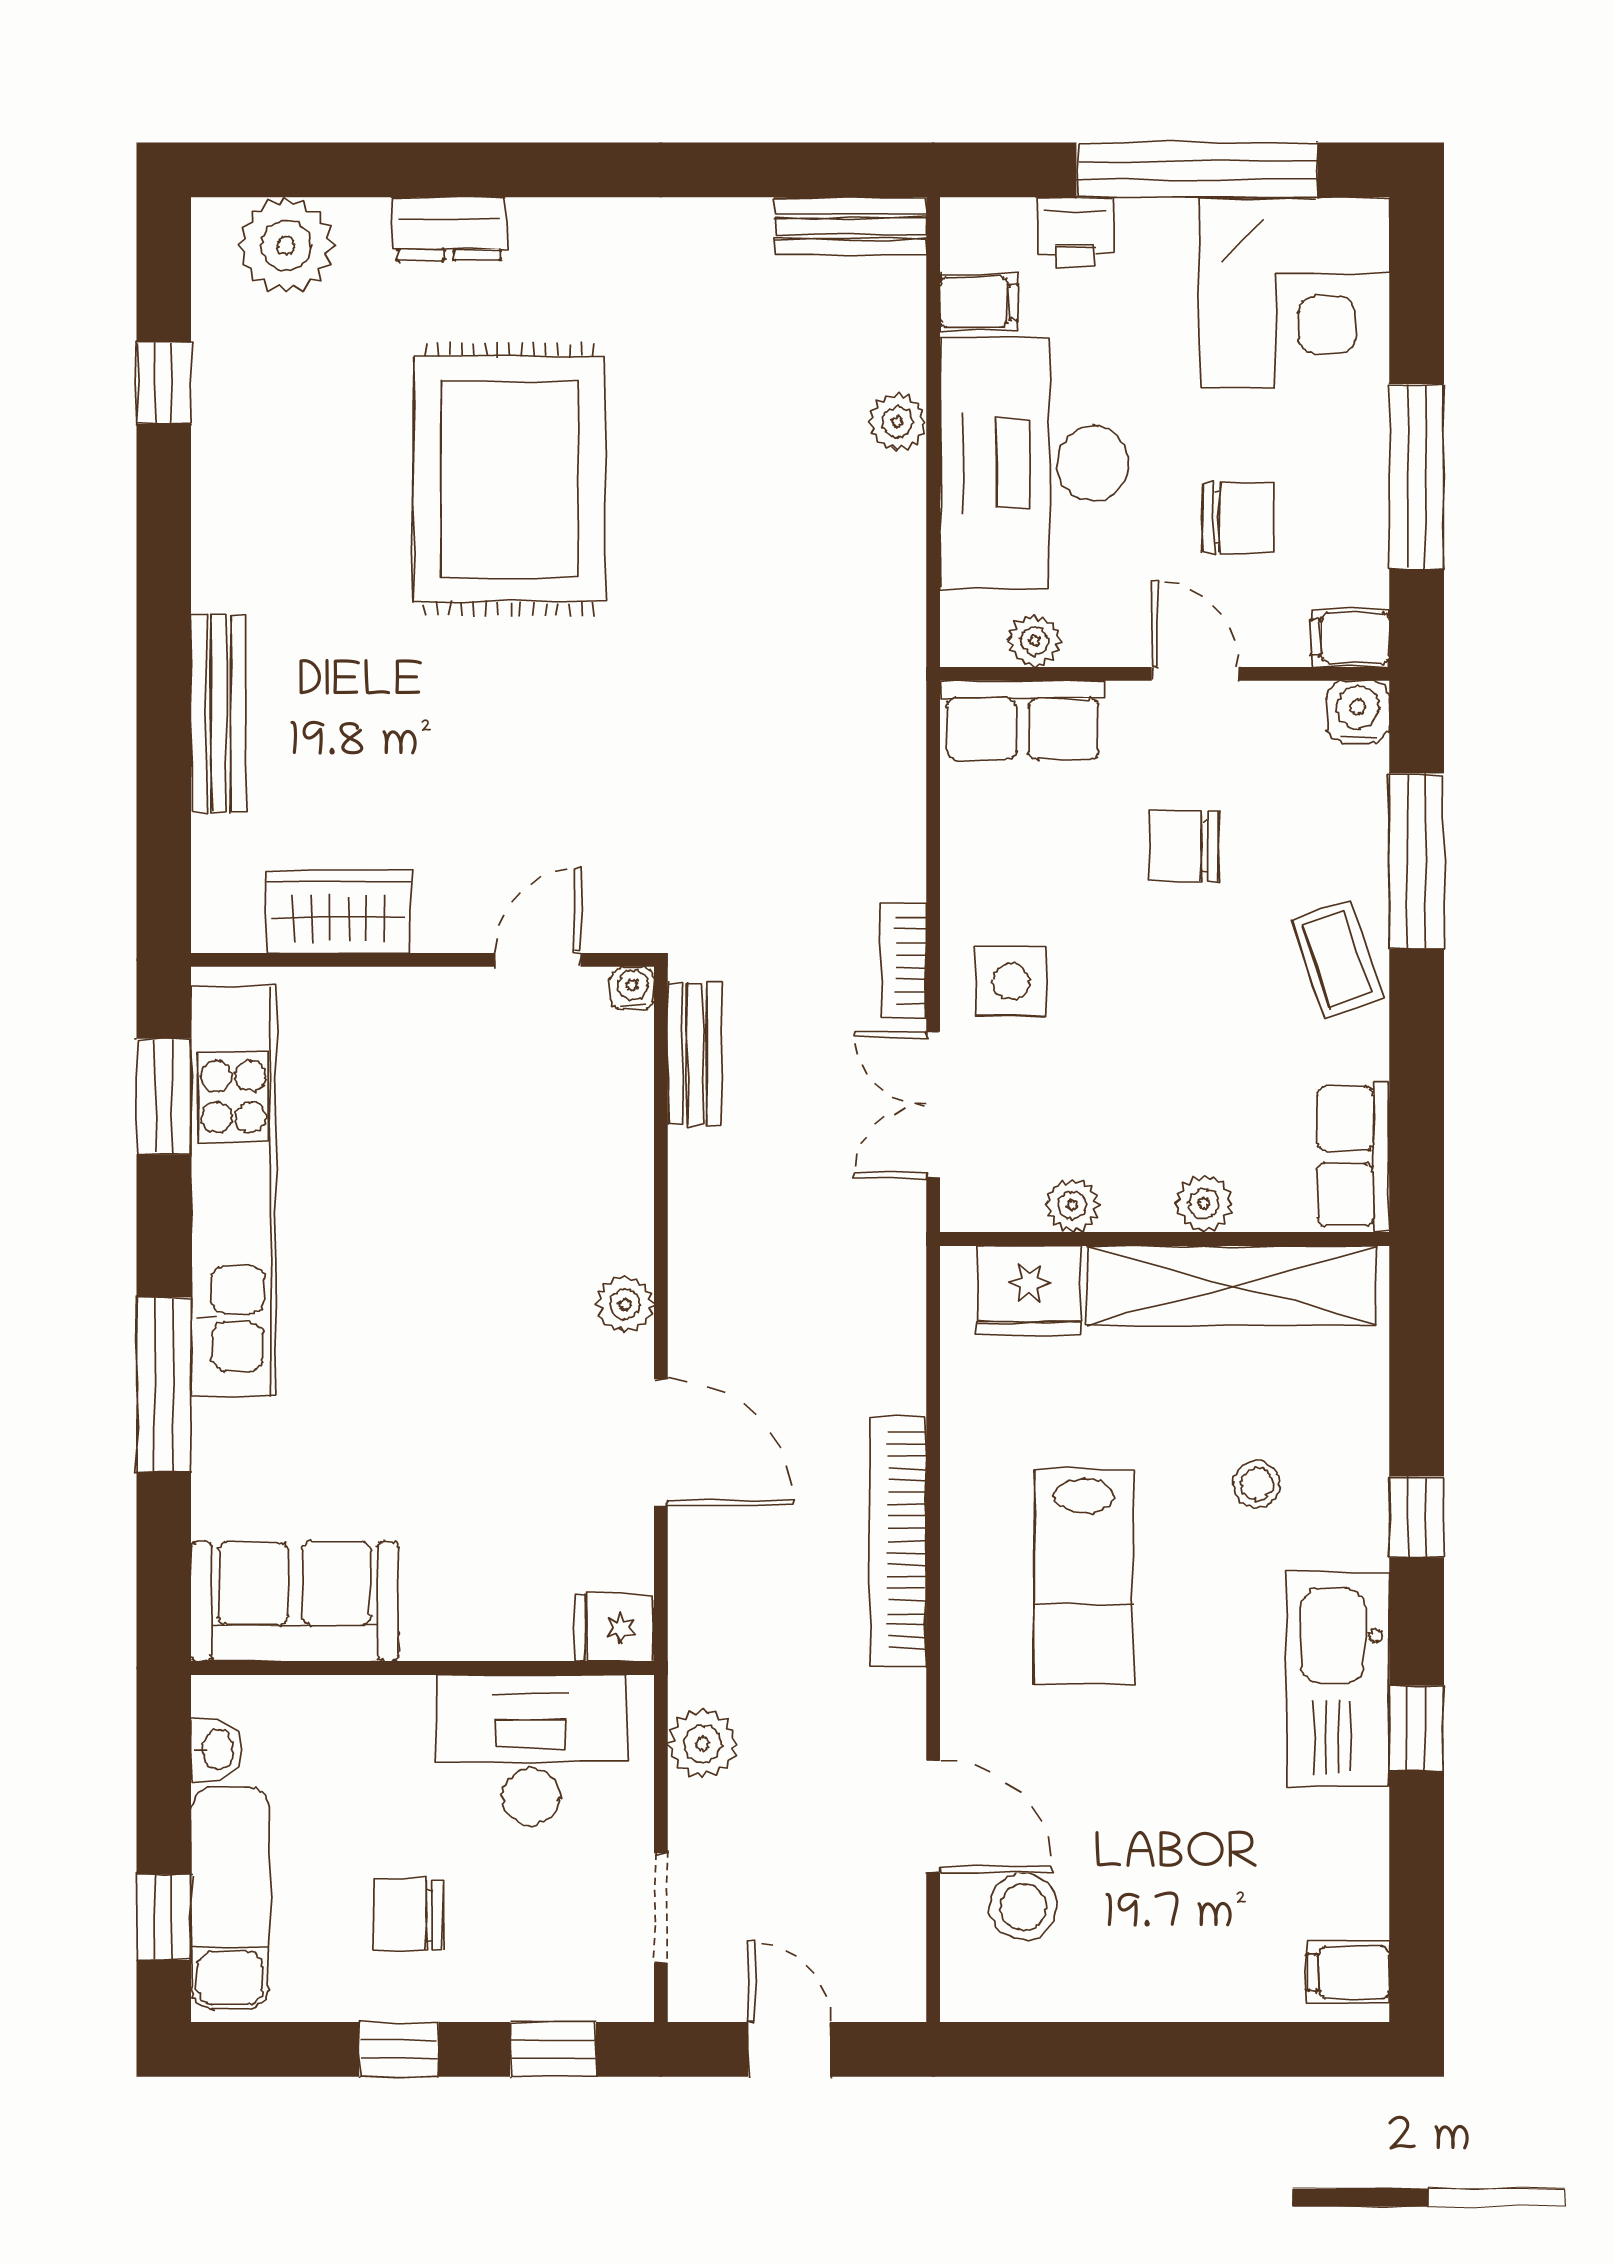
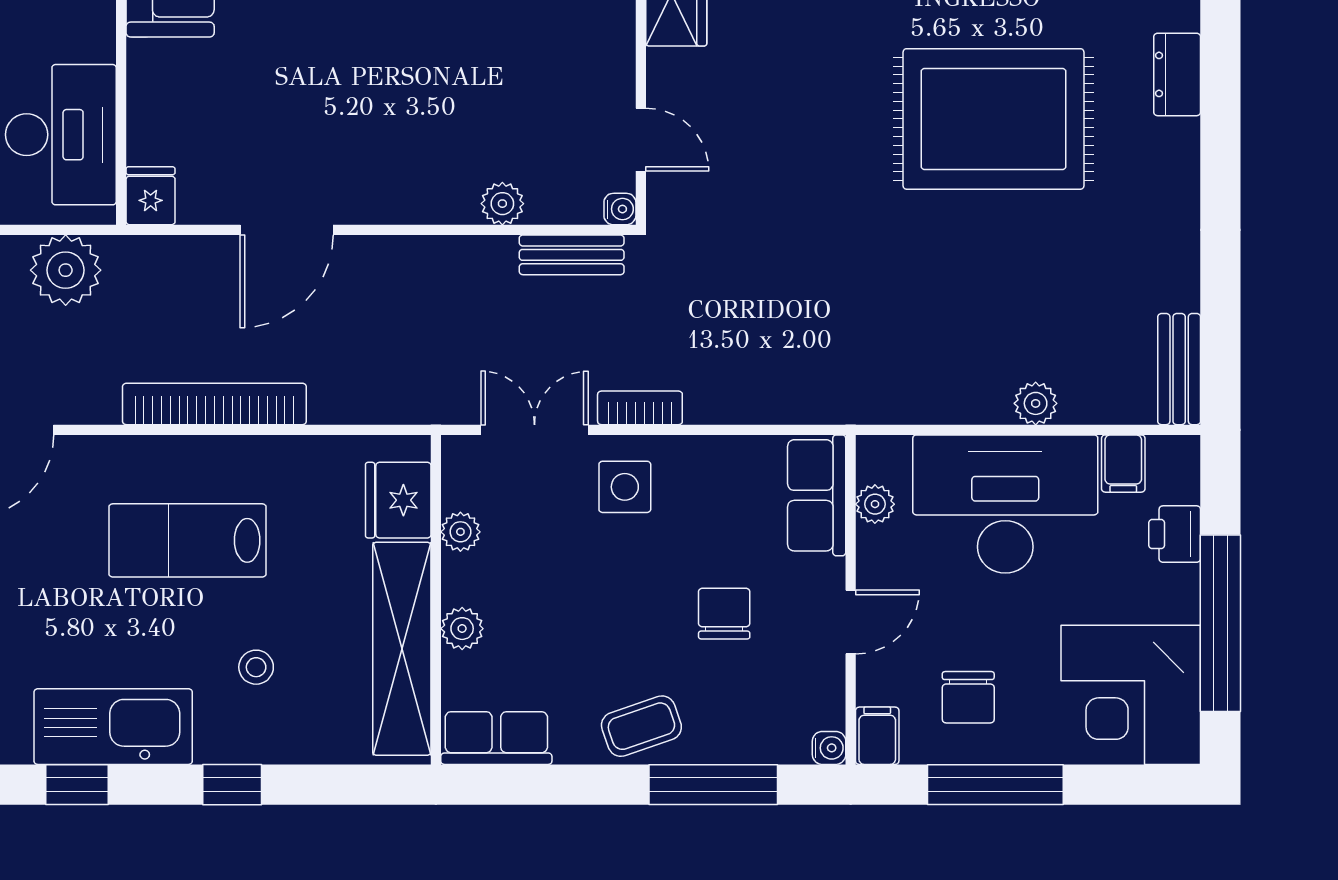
chair: (1238, 518) -> (968, 697), moved
water cooler: (1358, 712) -> (829, 748), width x0.72, depth x0.72
plant: (625, 1304) -> (502, 204), moved
plant: (703, 1744) -> (66, 270), width x1.36, depth x1.36

